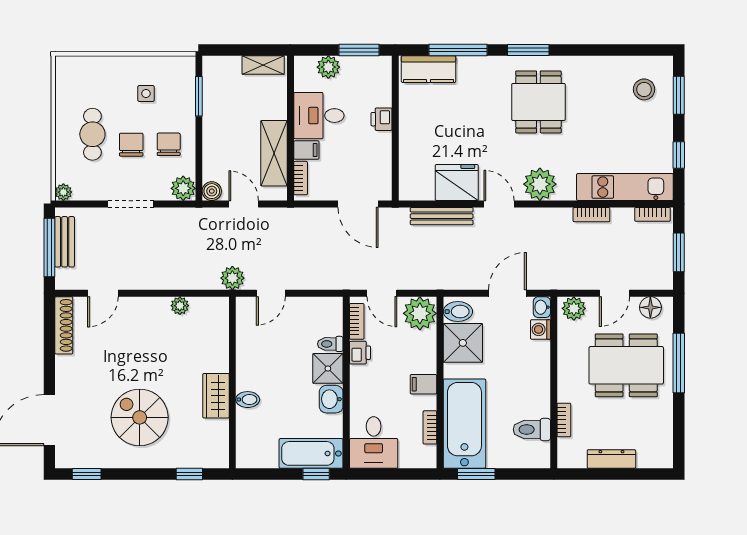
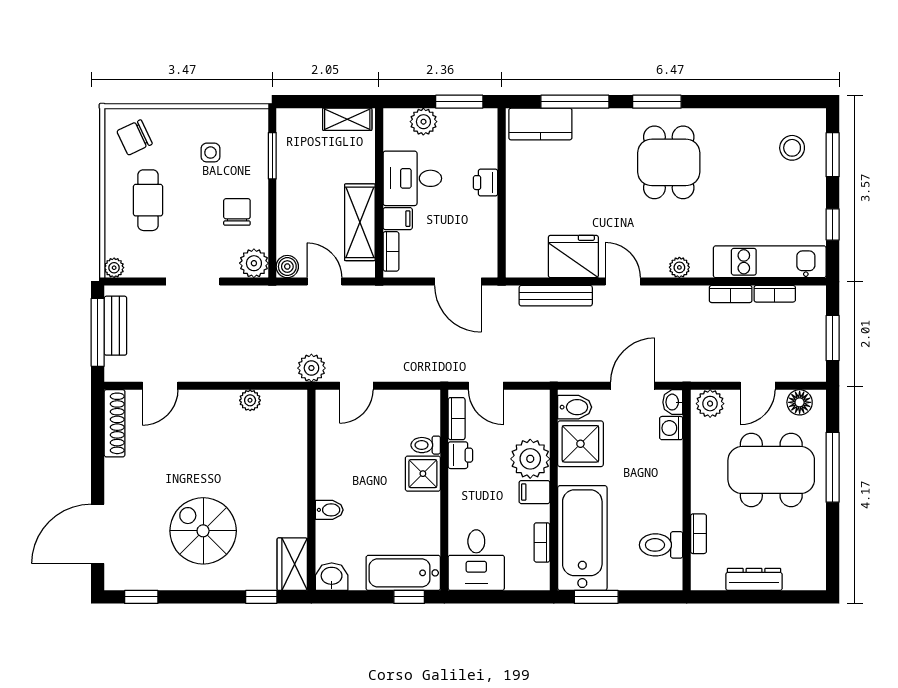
chair: (131, 145) -> (135, 137), moved, turned -115
plant: (540, 184) -> (679, 267), width x0.53, depth x0.53
bookcase: (653, 214) -> (775, 294), moved
plant: (420, 313) -> (530, 459), moved
wardrobe: (216, 396) -> (292, 564), moved
washbasin: (331, 399) -> (332, 577), moved, turned 90

